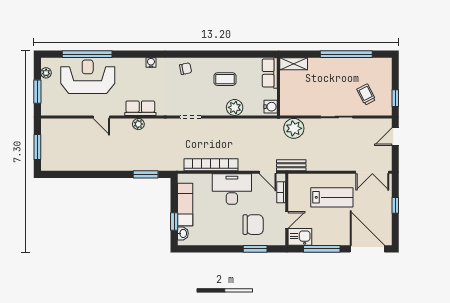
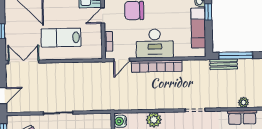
plant: (294, 128) -> (98, 101), removed
bookcase: (211, 165) -> (157, 66), moved
bench: (291, 165) -> (224, 64), moved
door: (268, 172) -> (122, 60), swing flipped
window: (146, 174) -> (236, 55), width x1.44

